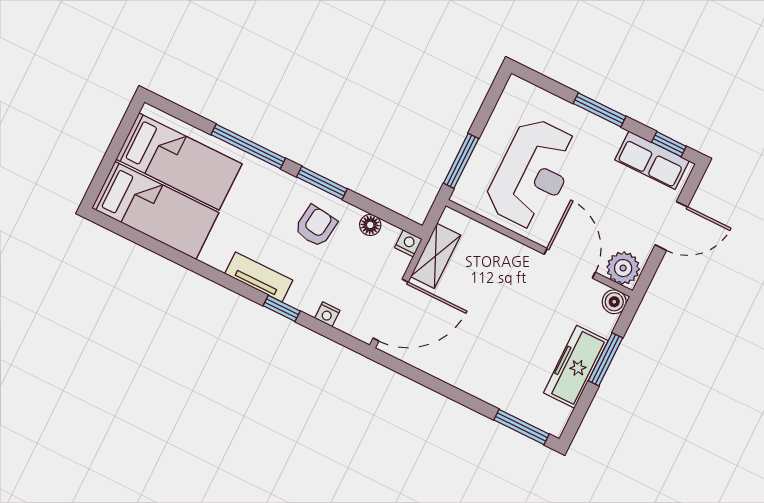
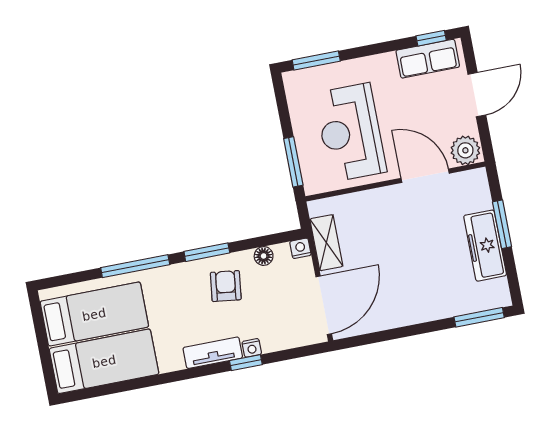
window: (600, 110) -> (316, 61), moved
reception desk: (532, 174) -> (350, 132), turned 180
boiler: (614, 302) -> (477, 179), removed
nightstand: (327, 314) -> (252, 348), moved

